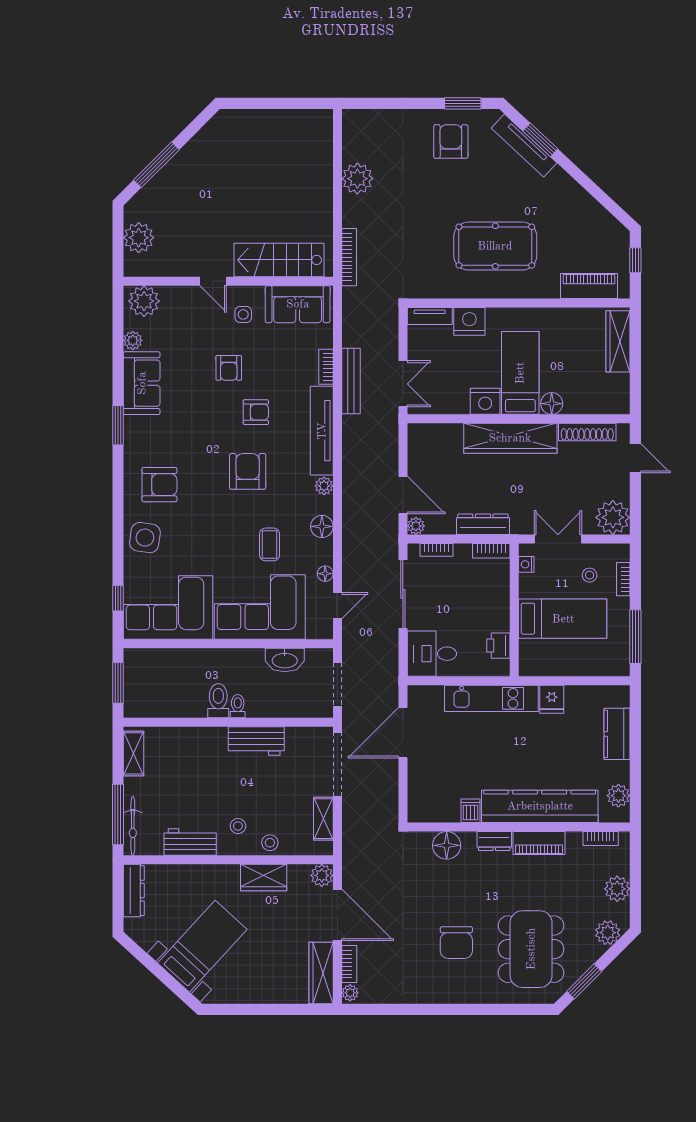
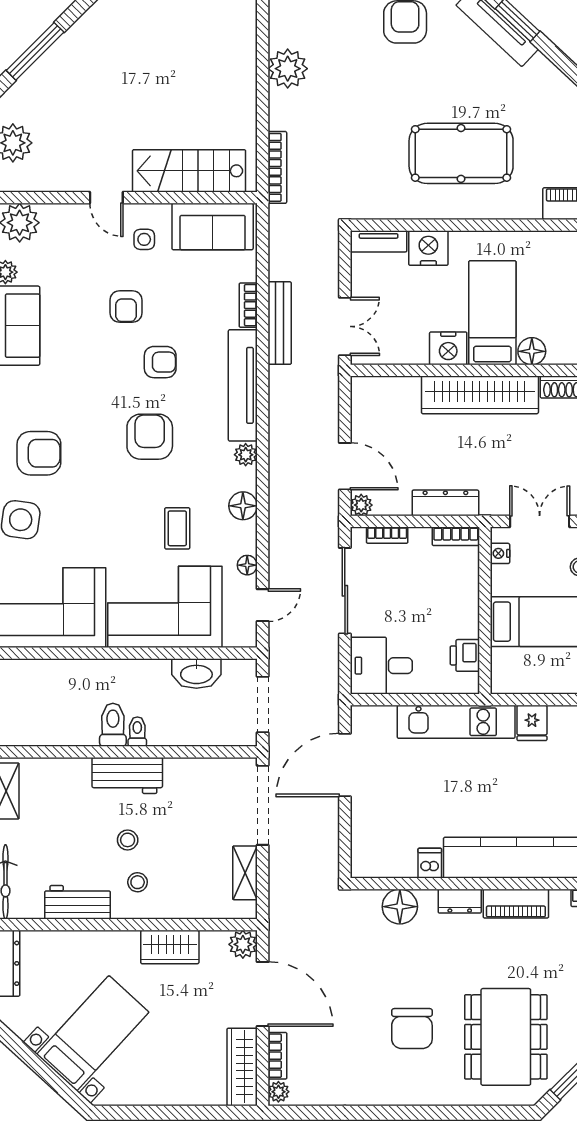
workbench: (256, 741) -> (127, 775), moved
stool: (270, 843) -> (128, 840), moved

